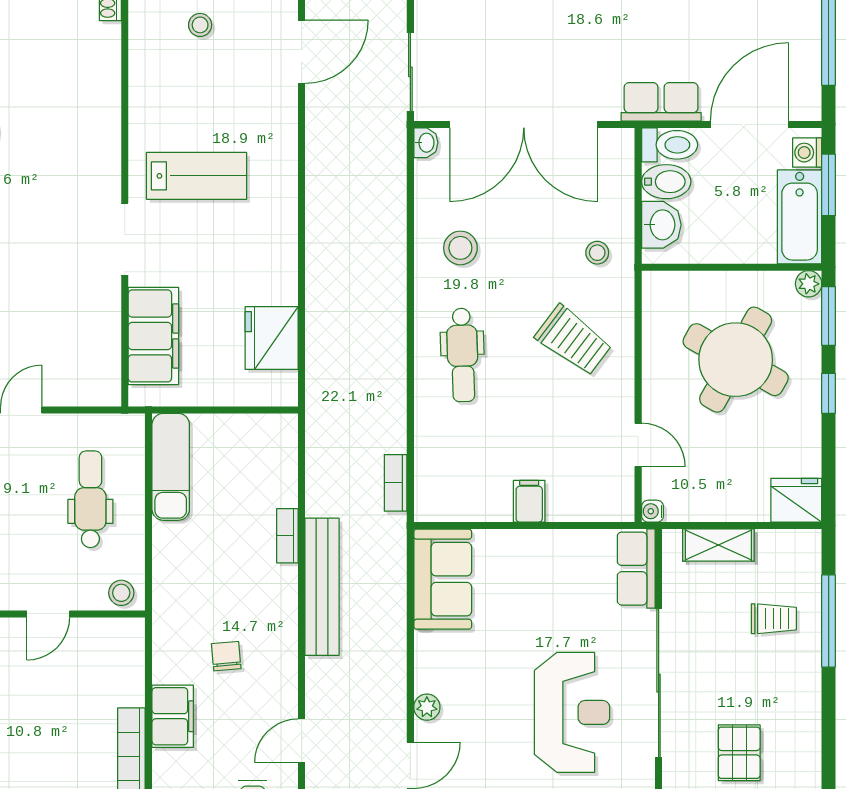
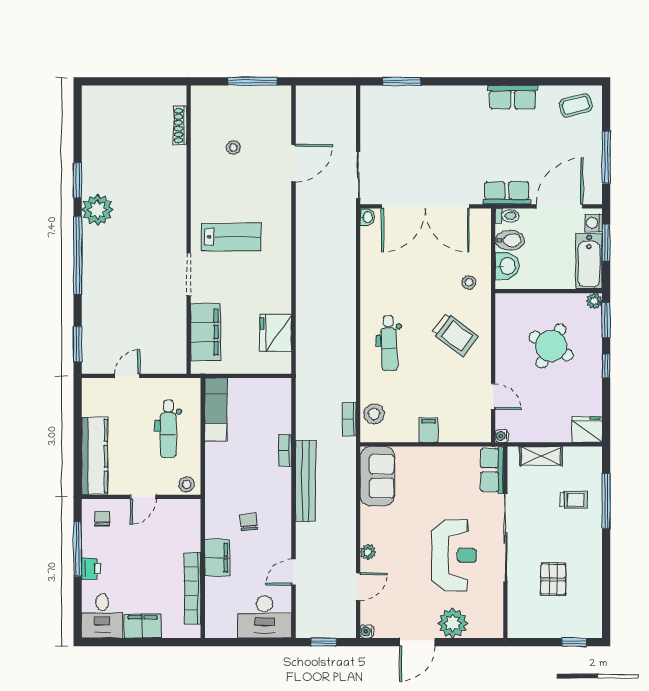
toilet: (670, 145) -> (507, 216), width x0.73, depth x0.72
stool: (460, 248) -> (374, 414), moved
round table: (736, 360) -> (551, 346), width x0.73, depth x0.73
dental chair: (90, 499) -> (168, 429), turned 180

